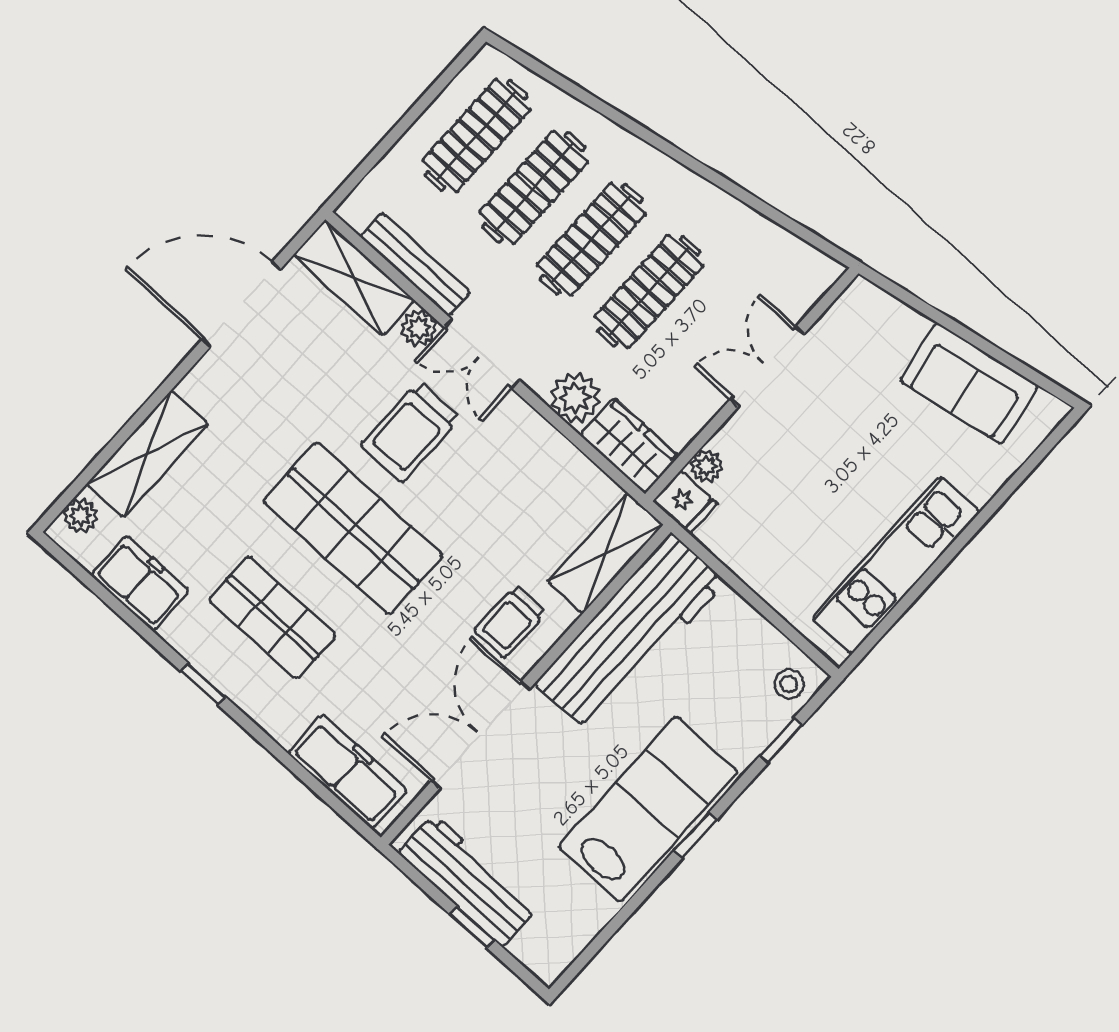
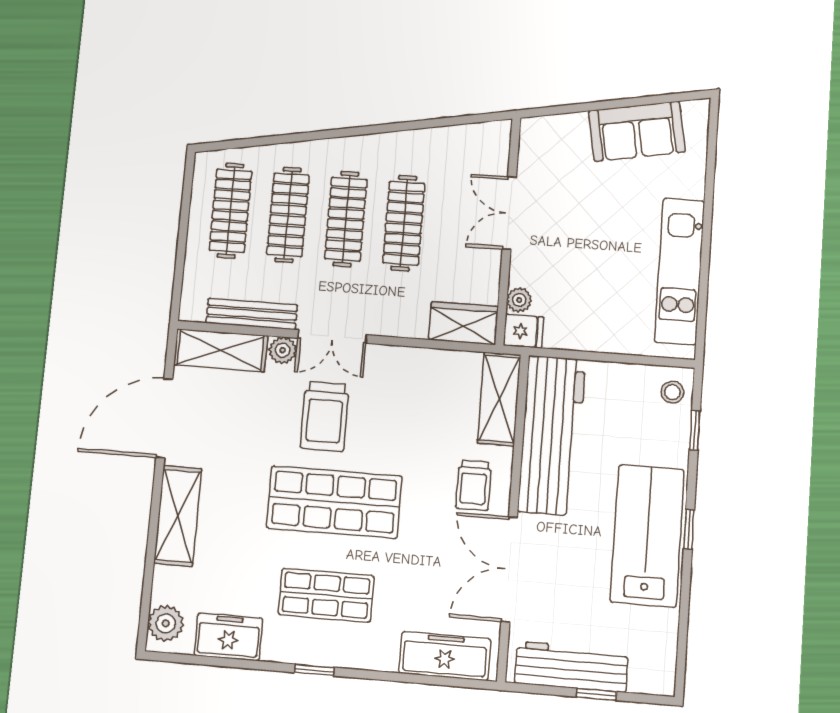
plant: (575, 397) -> (408, 319), removed
shelving: (147, 454) -> (178, 516), moved
plant: (81, 516) -> (166, 623), width x1.38, depth x1.38

